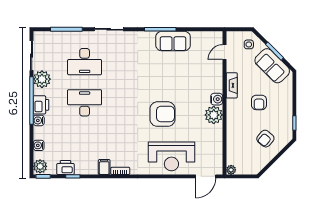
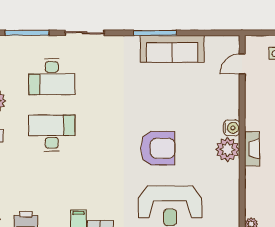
sofa: (173, 41) -> (172, 49), width x1.36
fireplace: (232, 85) -> (252, 149), moved

